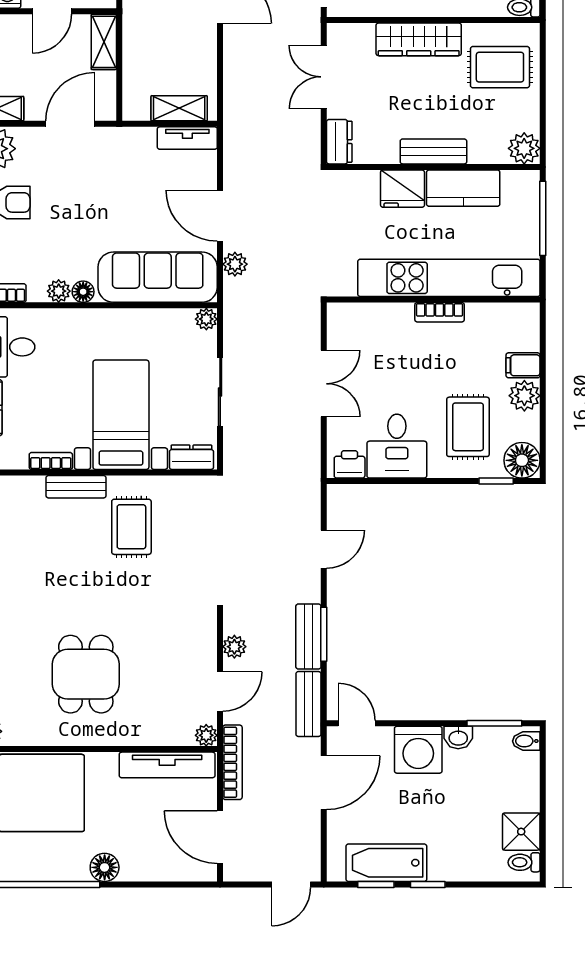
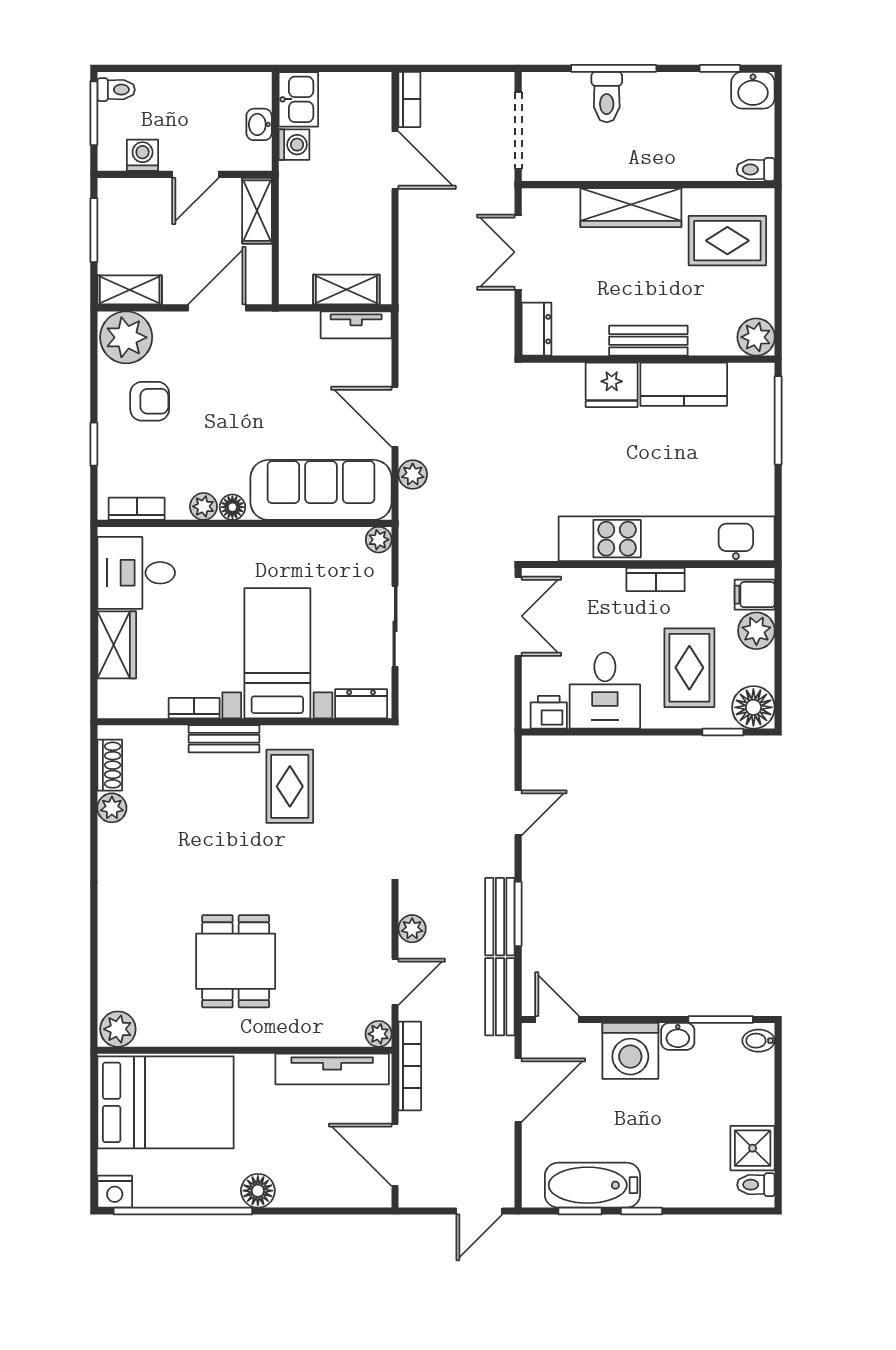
kitchen unit: (449, 278) -> (667, 539), moved
wall: (433, 300) -> (648, 564), moved
bookcase: (440, 312) -> (656, 580), moved

